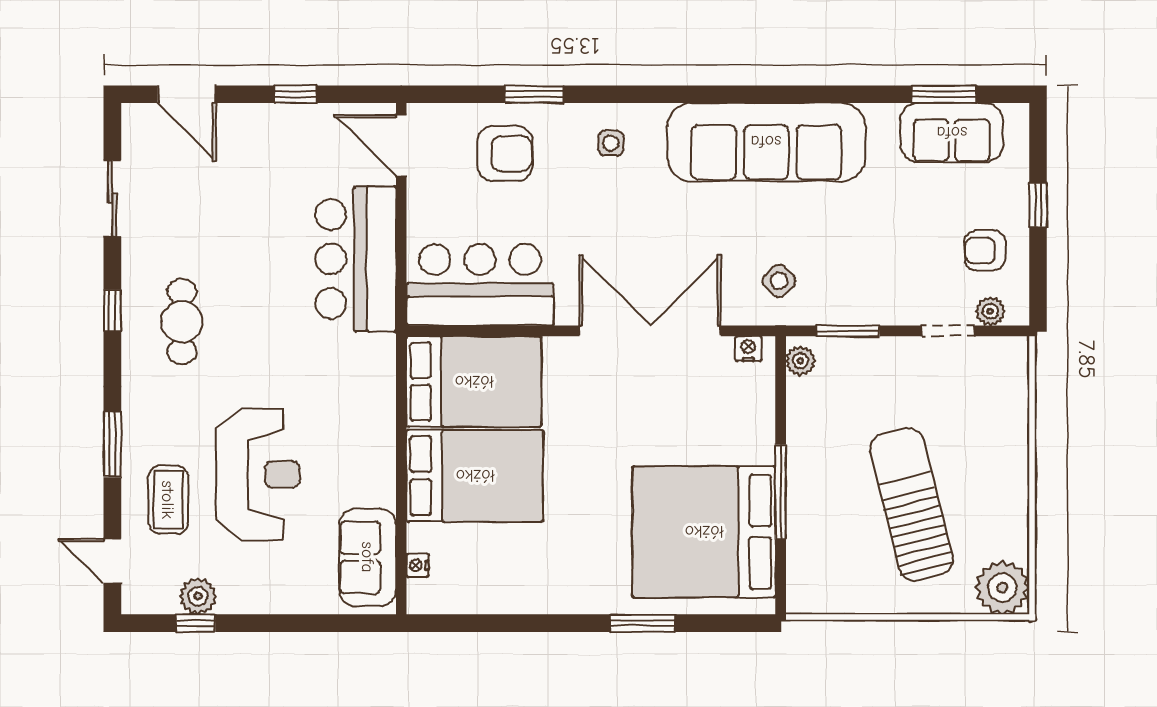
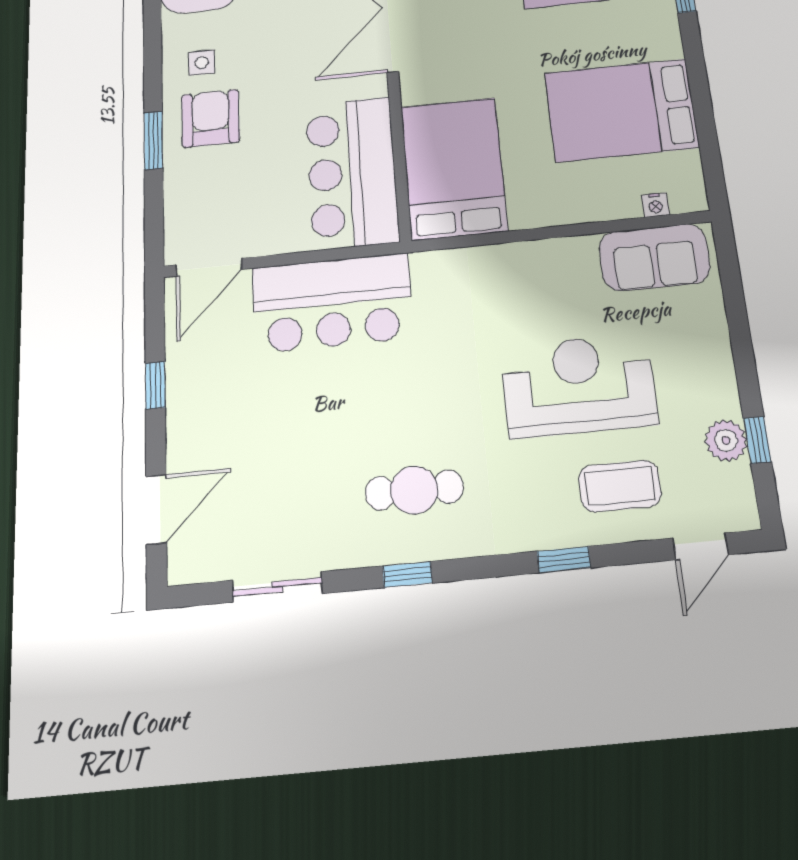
armchair: (505, 154) -> (210, 118), moved
window: (112, 444) -> (564, 559), width x0.67
bed: (475, 476) -> (621, 110), moved, turned -90

